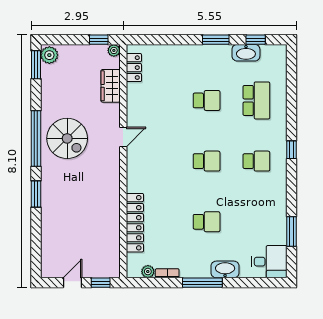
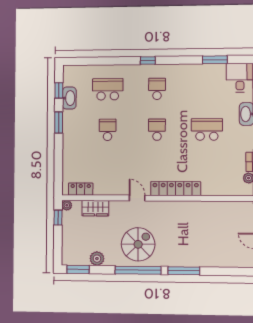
plant: (49, 55) -> (97, 259), moved
window: (36, 194) -> (184, 271), width x1.44
school desk: (207, 222) -> (207, 129), width x1.85
locker: (135, 223) -> (176, 189), moved

